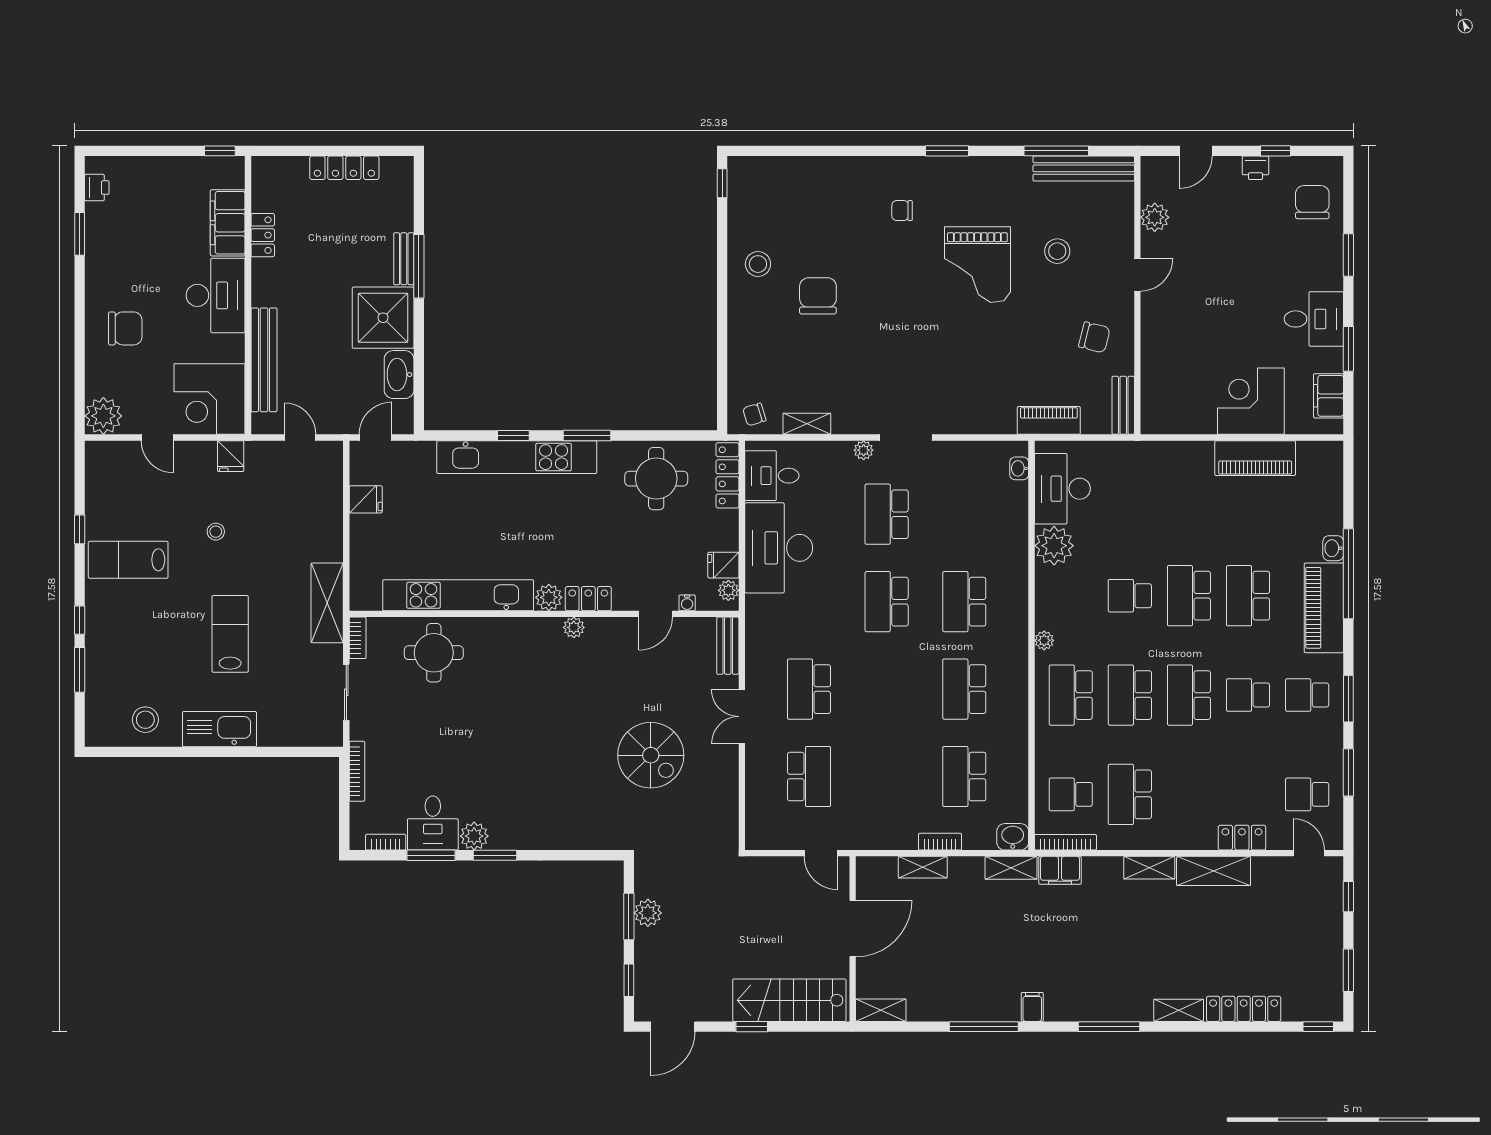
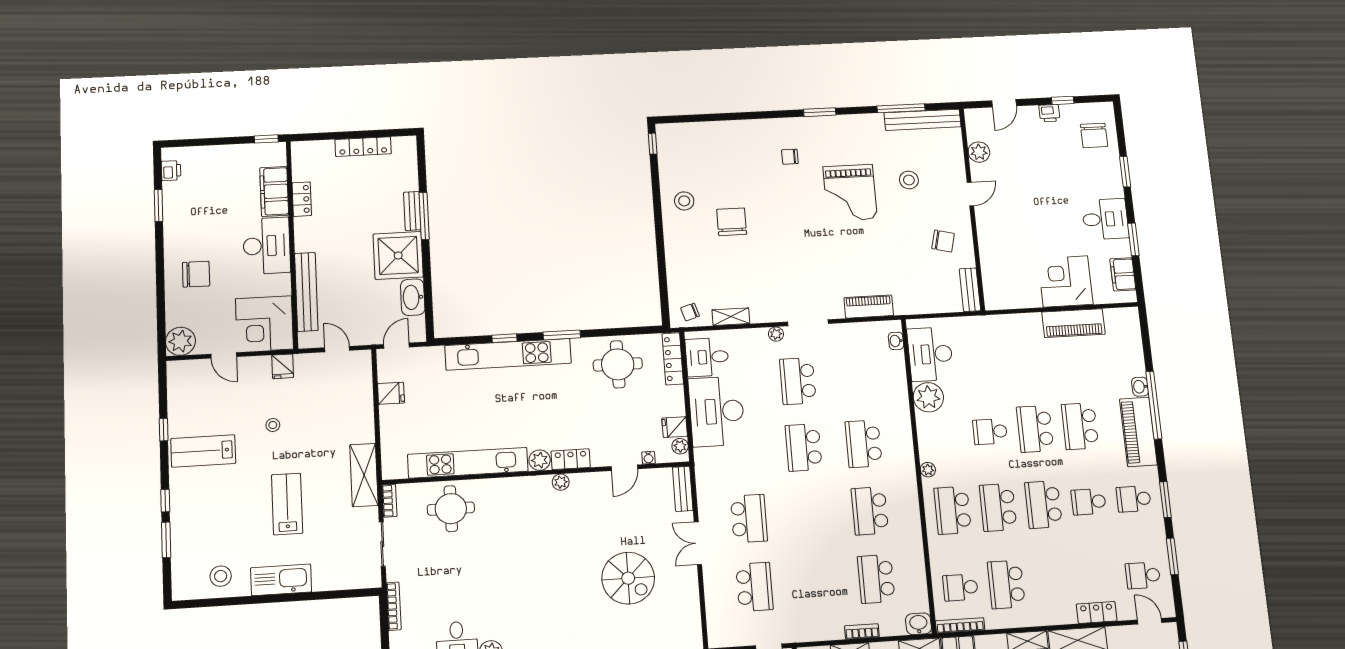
chair: (1312, 202) -> (1094, 135), turned 180
piano: (1049, 420) -> (869, 307), moved
school desk: (809, 689) -> (749, 518), turned 180

